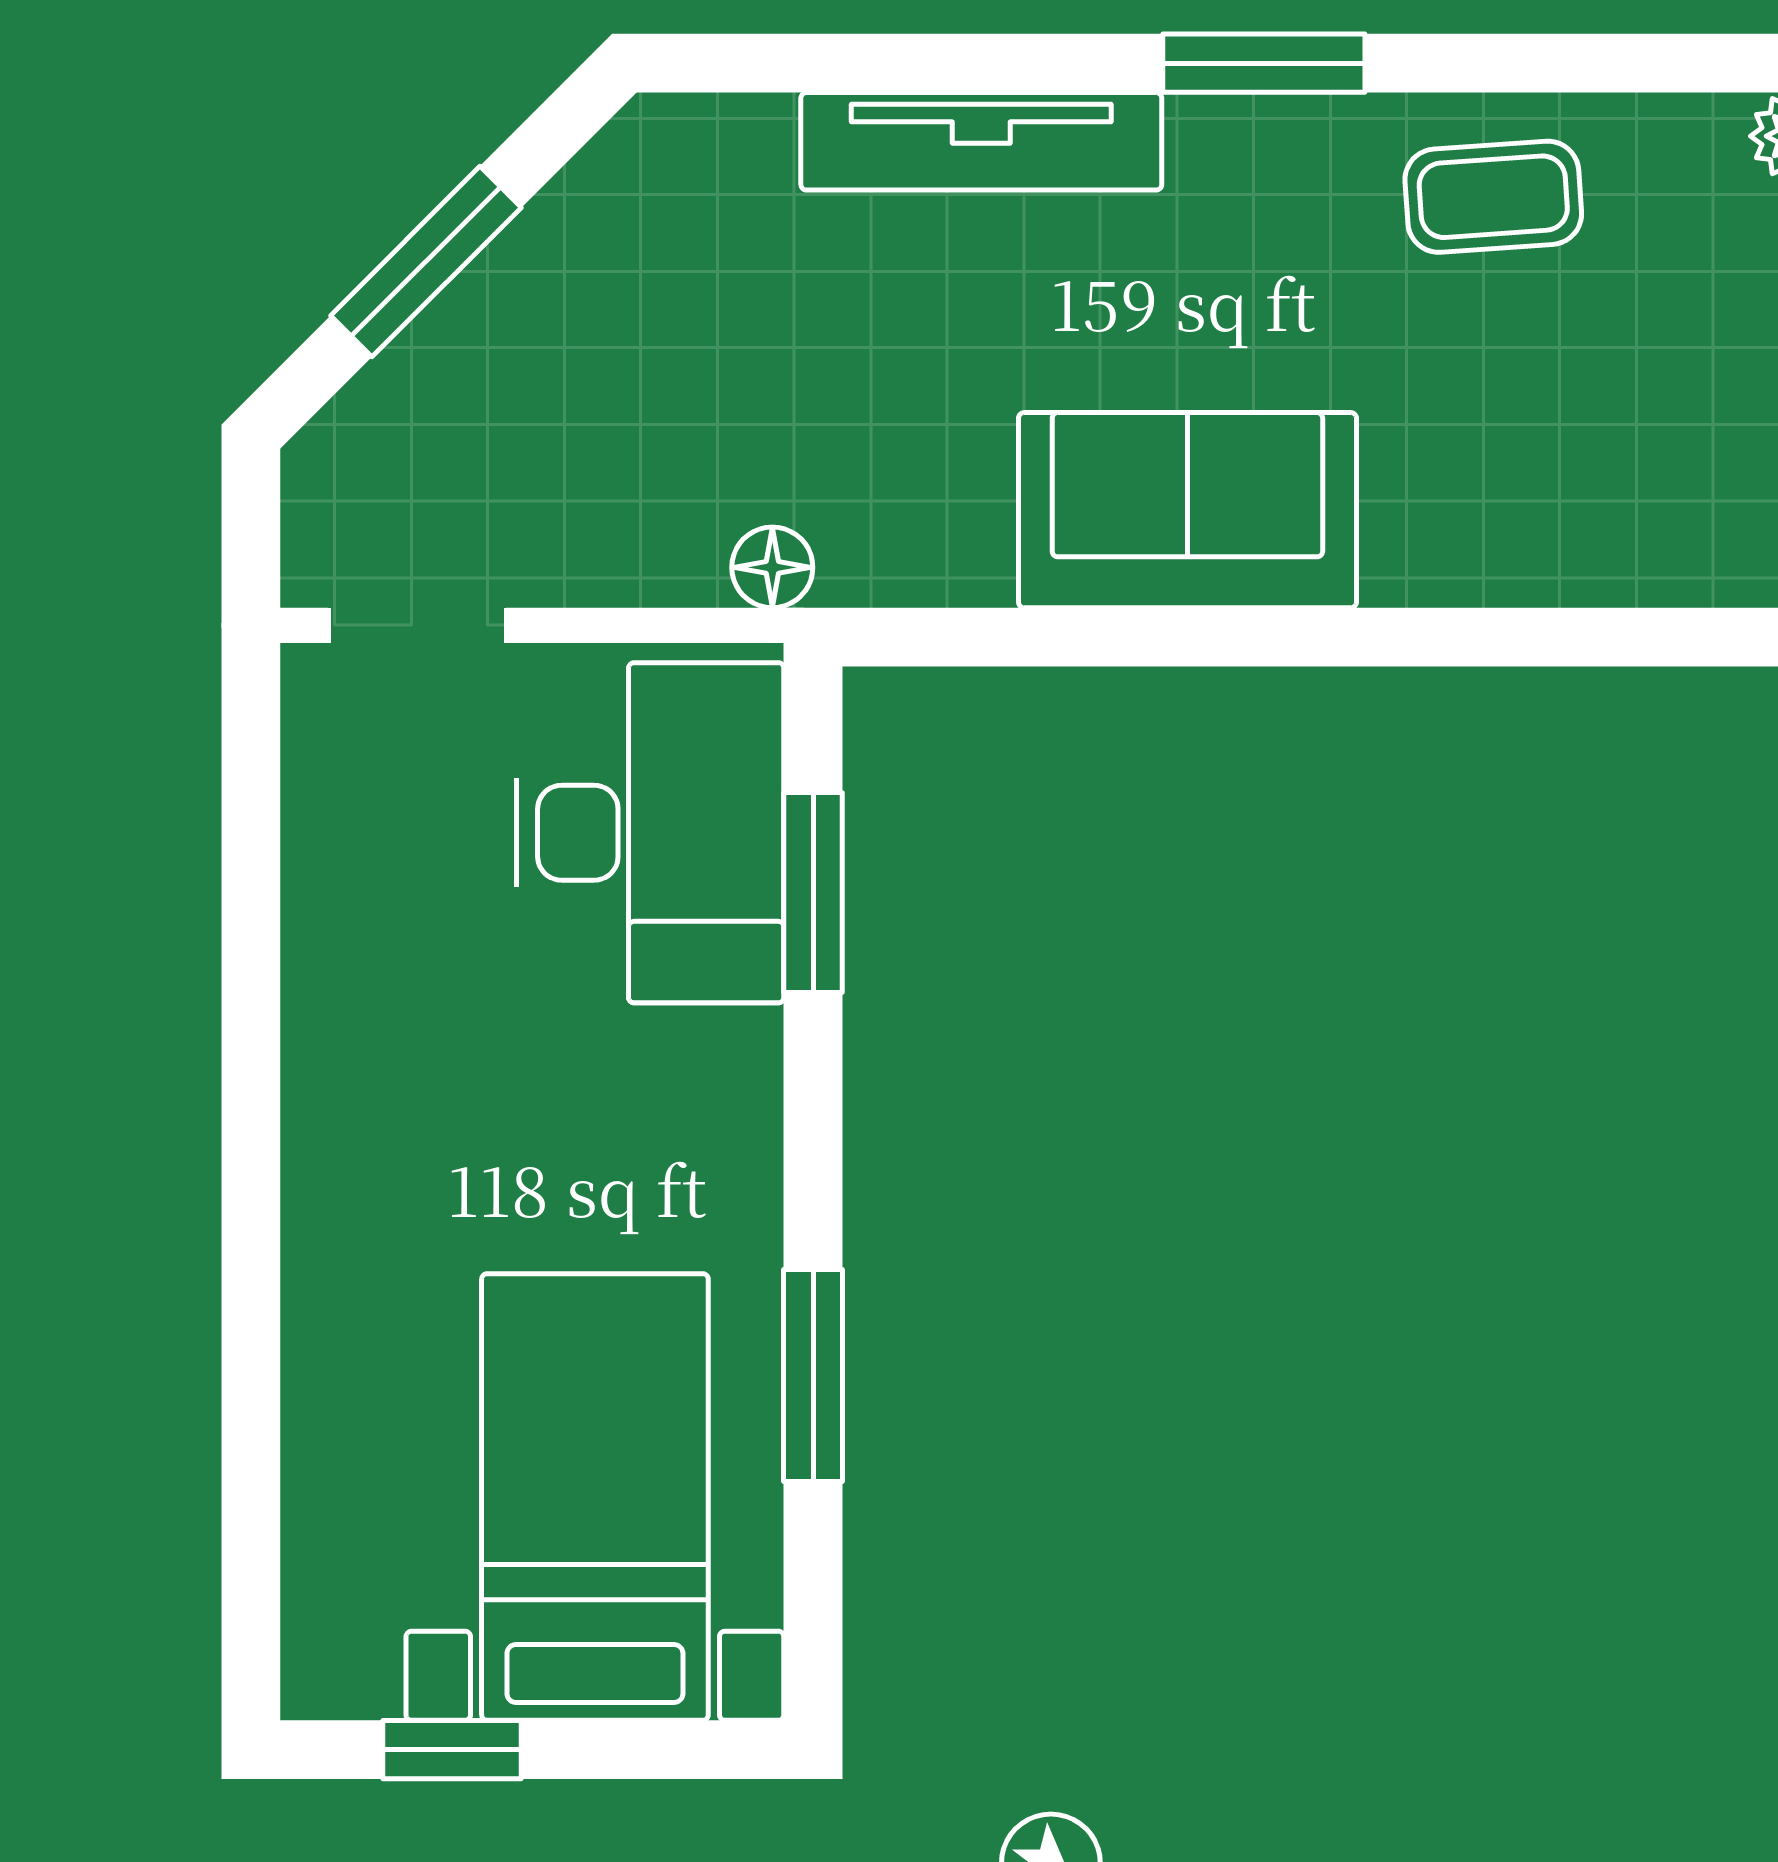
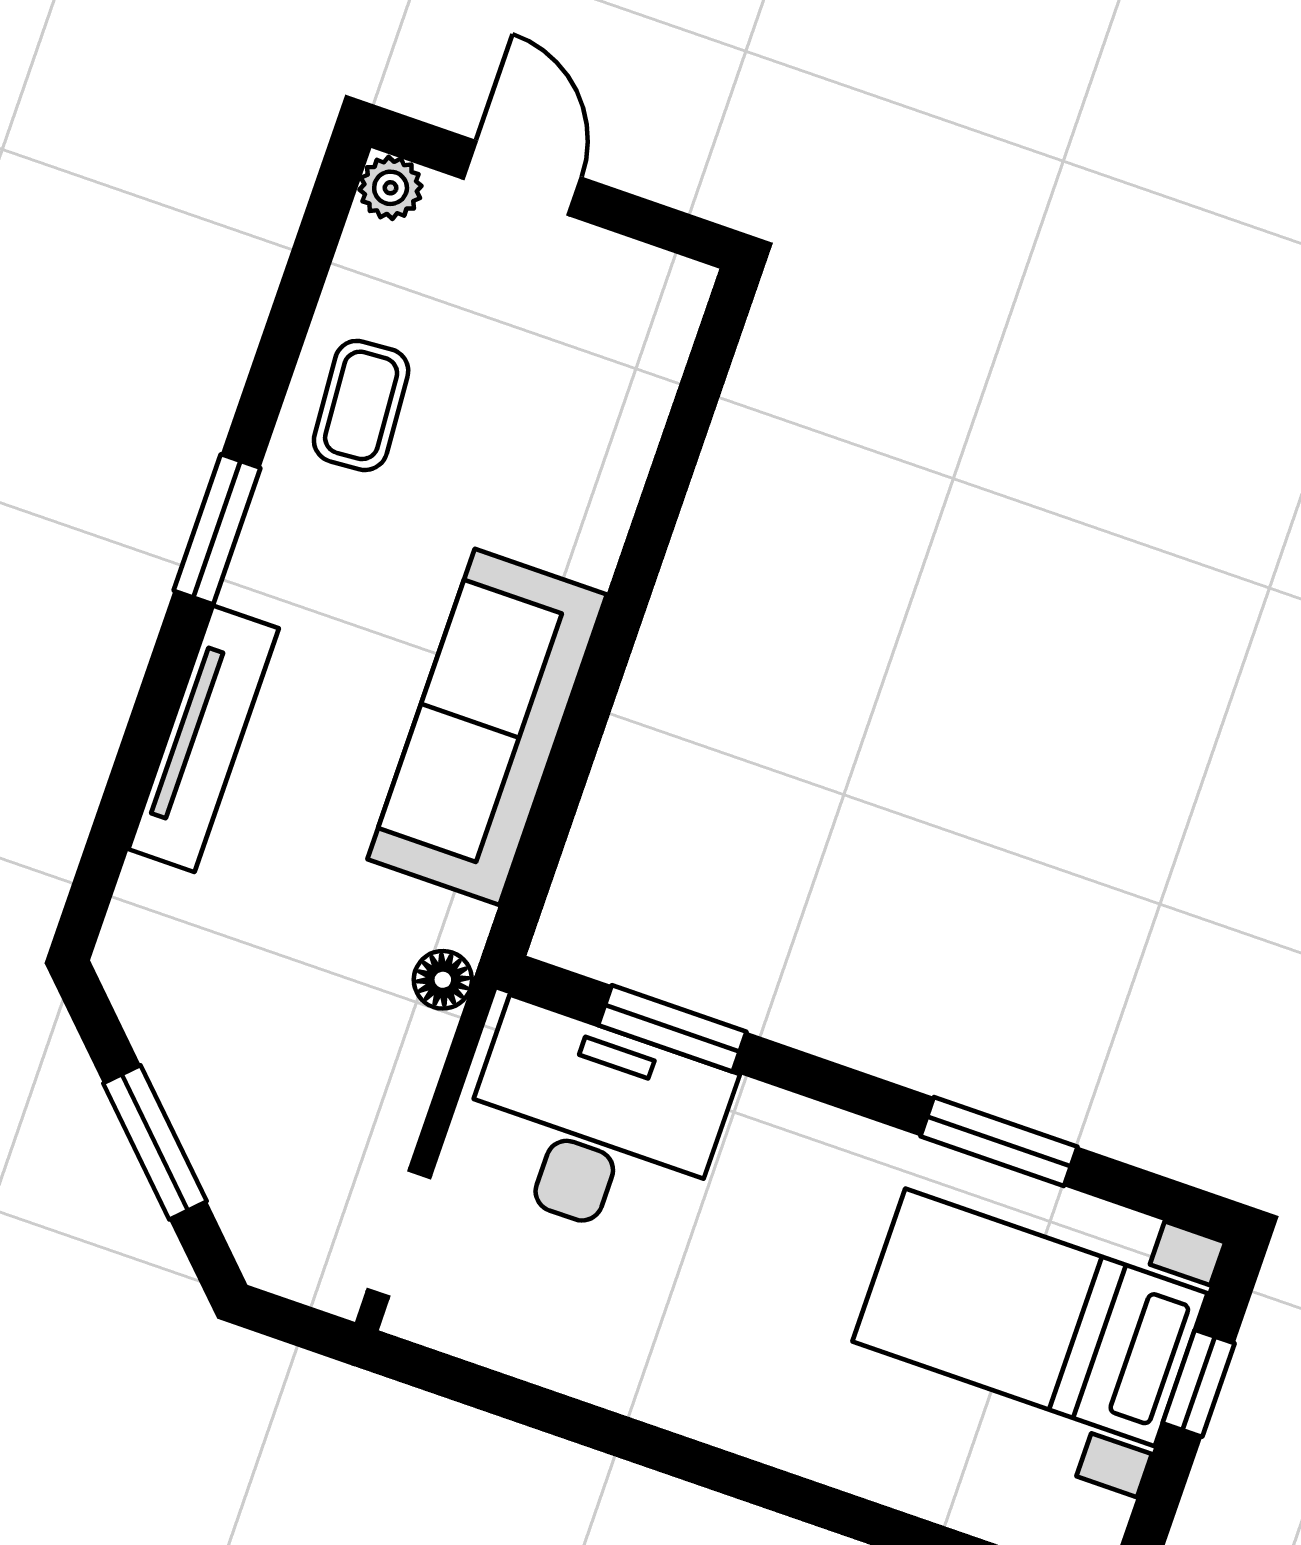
sofa: (1187, 510) -> (487, 727), width x1.36
window: (452, 1750) -> (1199, 1383), moved

